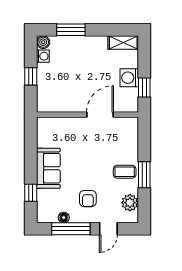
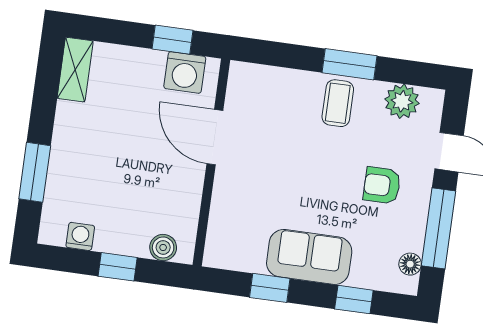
boiler: (43, 42) -> (163, 247), moved
washing machine: (129, 78) -> (185, 72), moved
window: (31, 151) -> (270, 288), added
armchair: (88, 199) -> (382, 185), turned 180
floor lamp: (64, 218) -> (410, 264), moved

